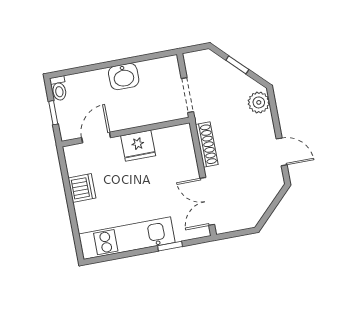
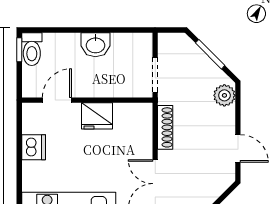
window: (237, 65) -> (210, 54), width x1.50
toilet: (59, 88) -> (32, 49), width x1.37, depth x1.39
window: (53, 113) -> (19, 50), moved

